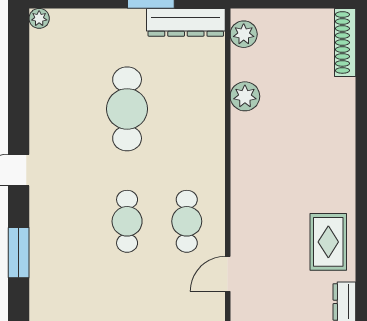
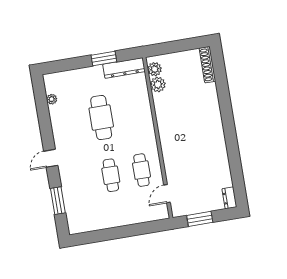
plant: (39, 18) -> (52, 99), moved
plant: (245, 96) -> (158, 85), moved
rug: (328, 242) -> (216, 168), removed

